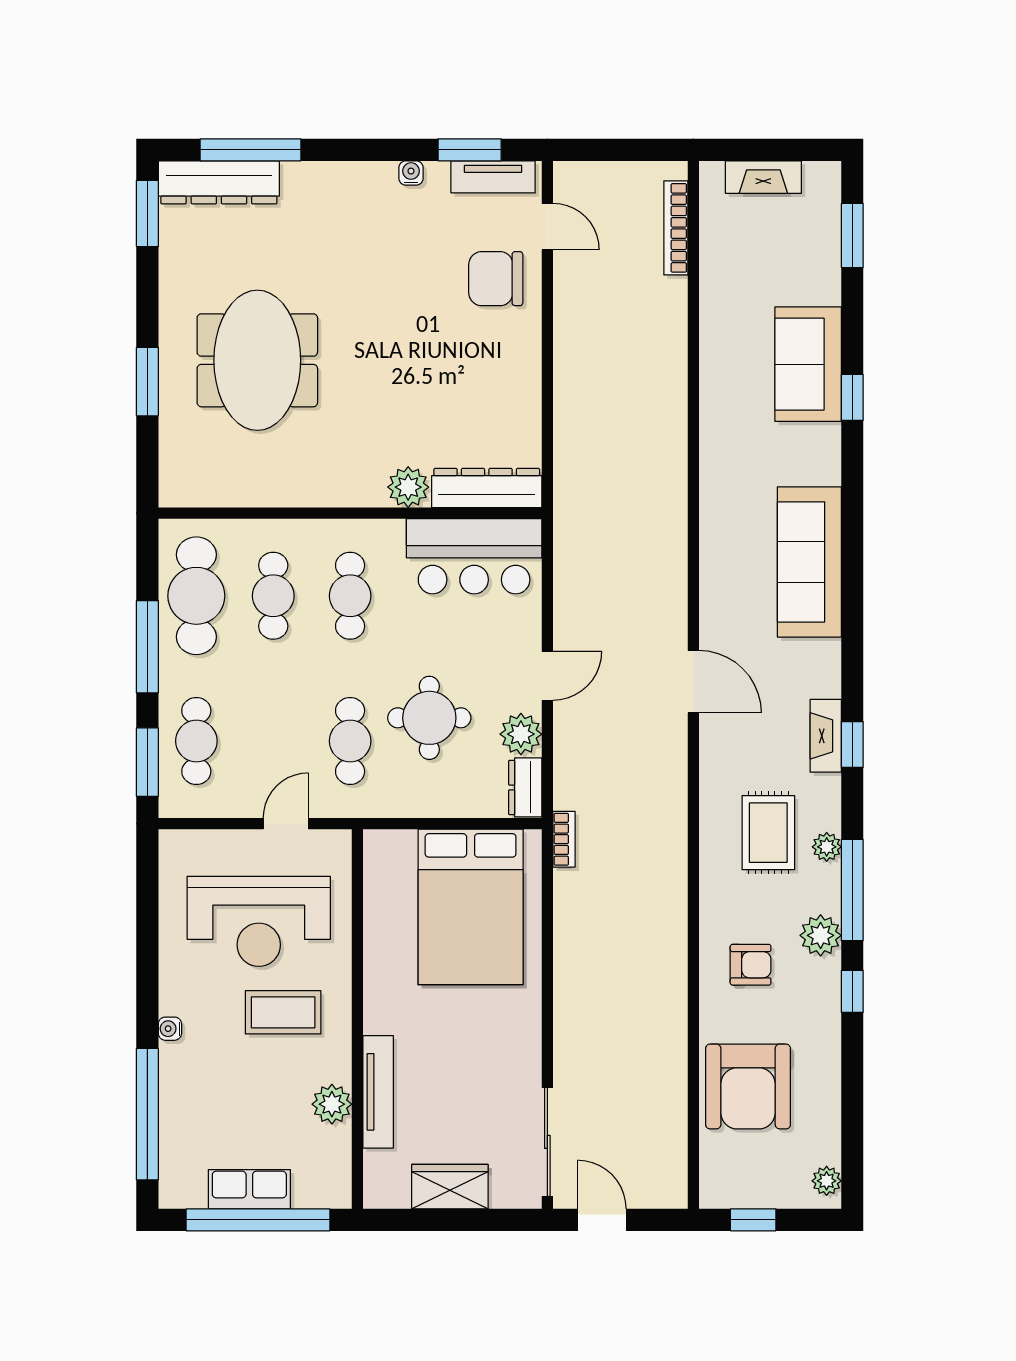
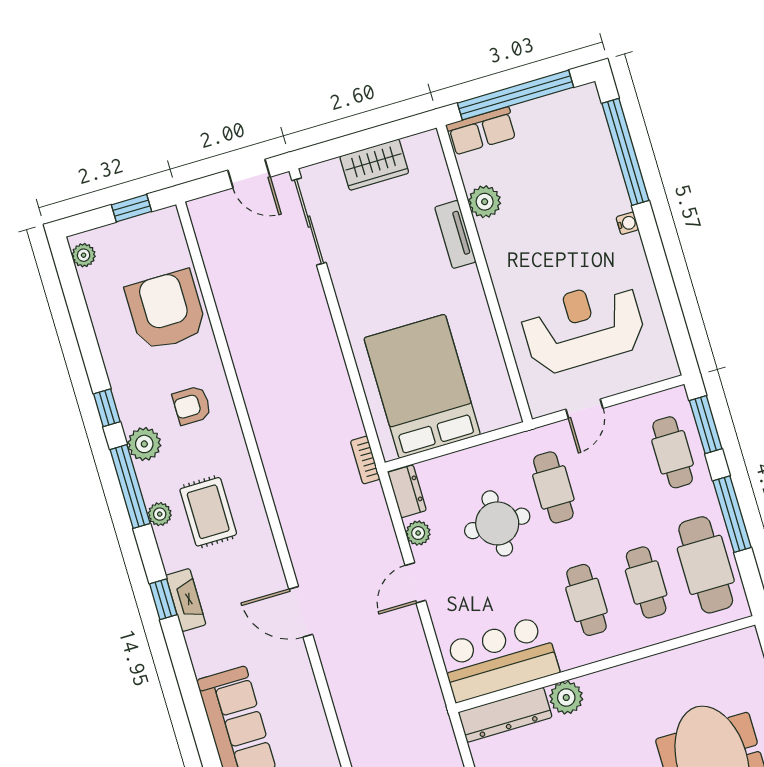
plant: (521, 734) -> (418, 533), width x0.73, depth x0.73
coffee table: (283, 1012) -> (543, 262), removed
tv unit: (378, 1092) -> (455, 234), width x0.71
row of seats: (249, 1189) -> (482, 131), moved

